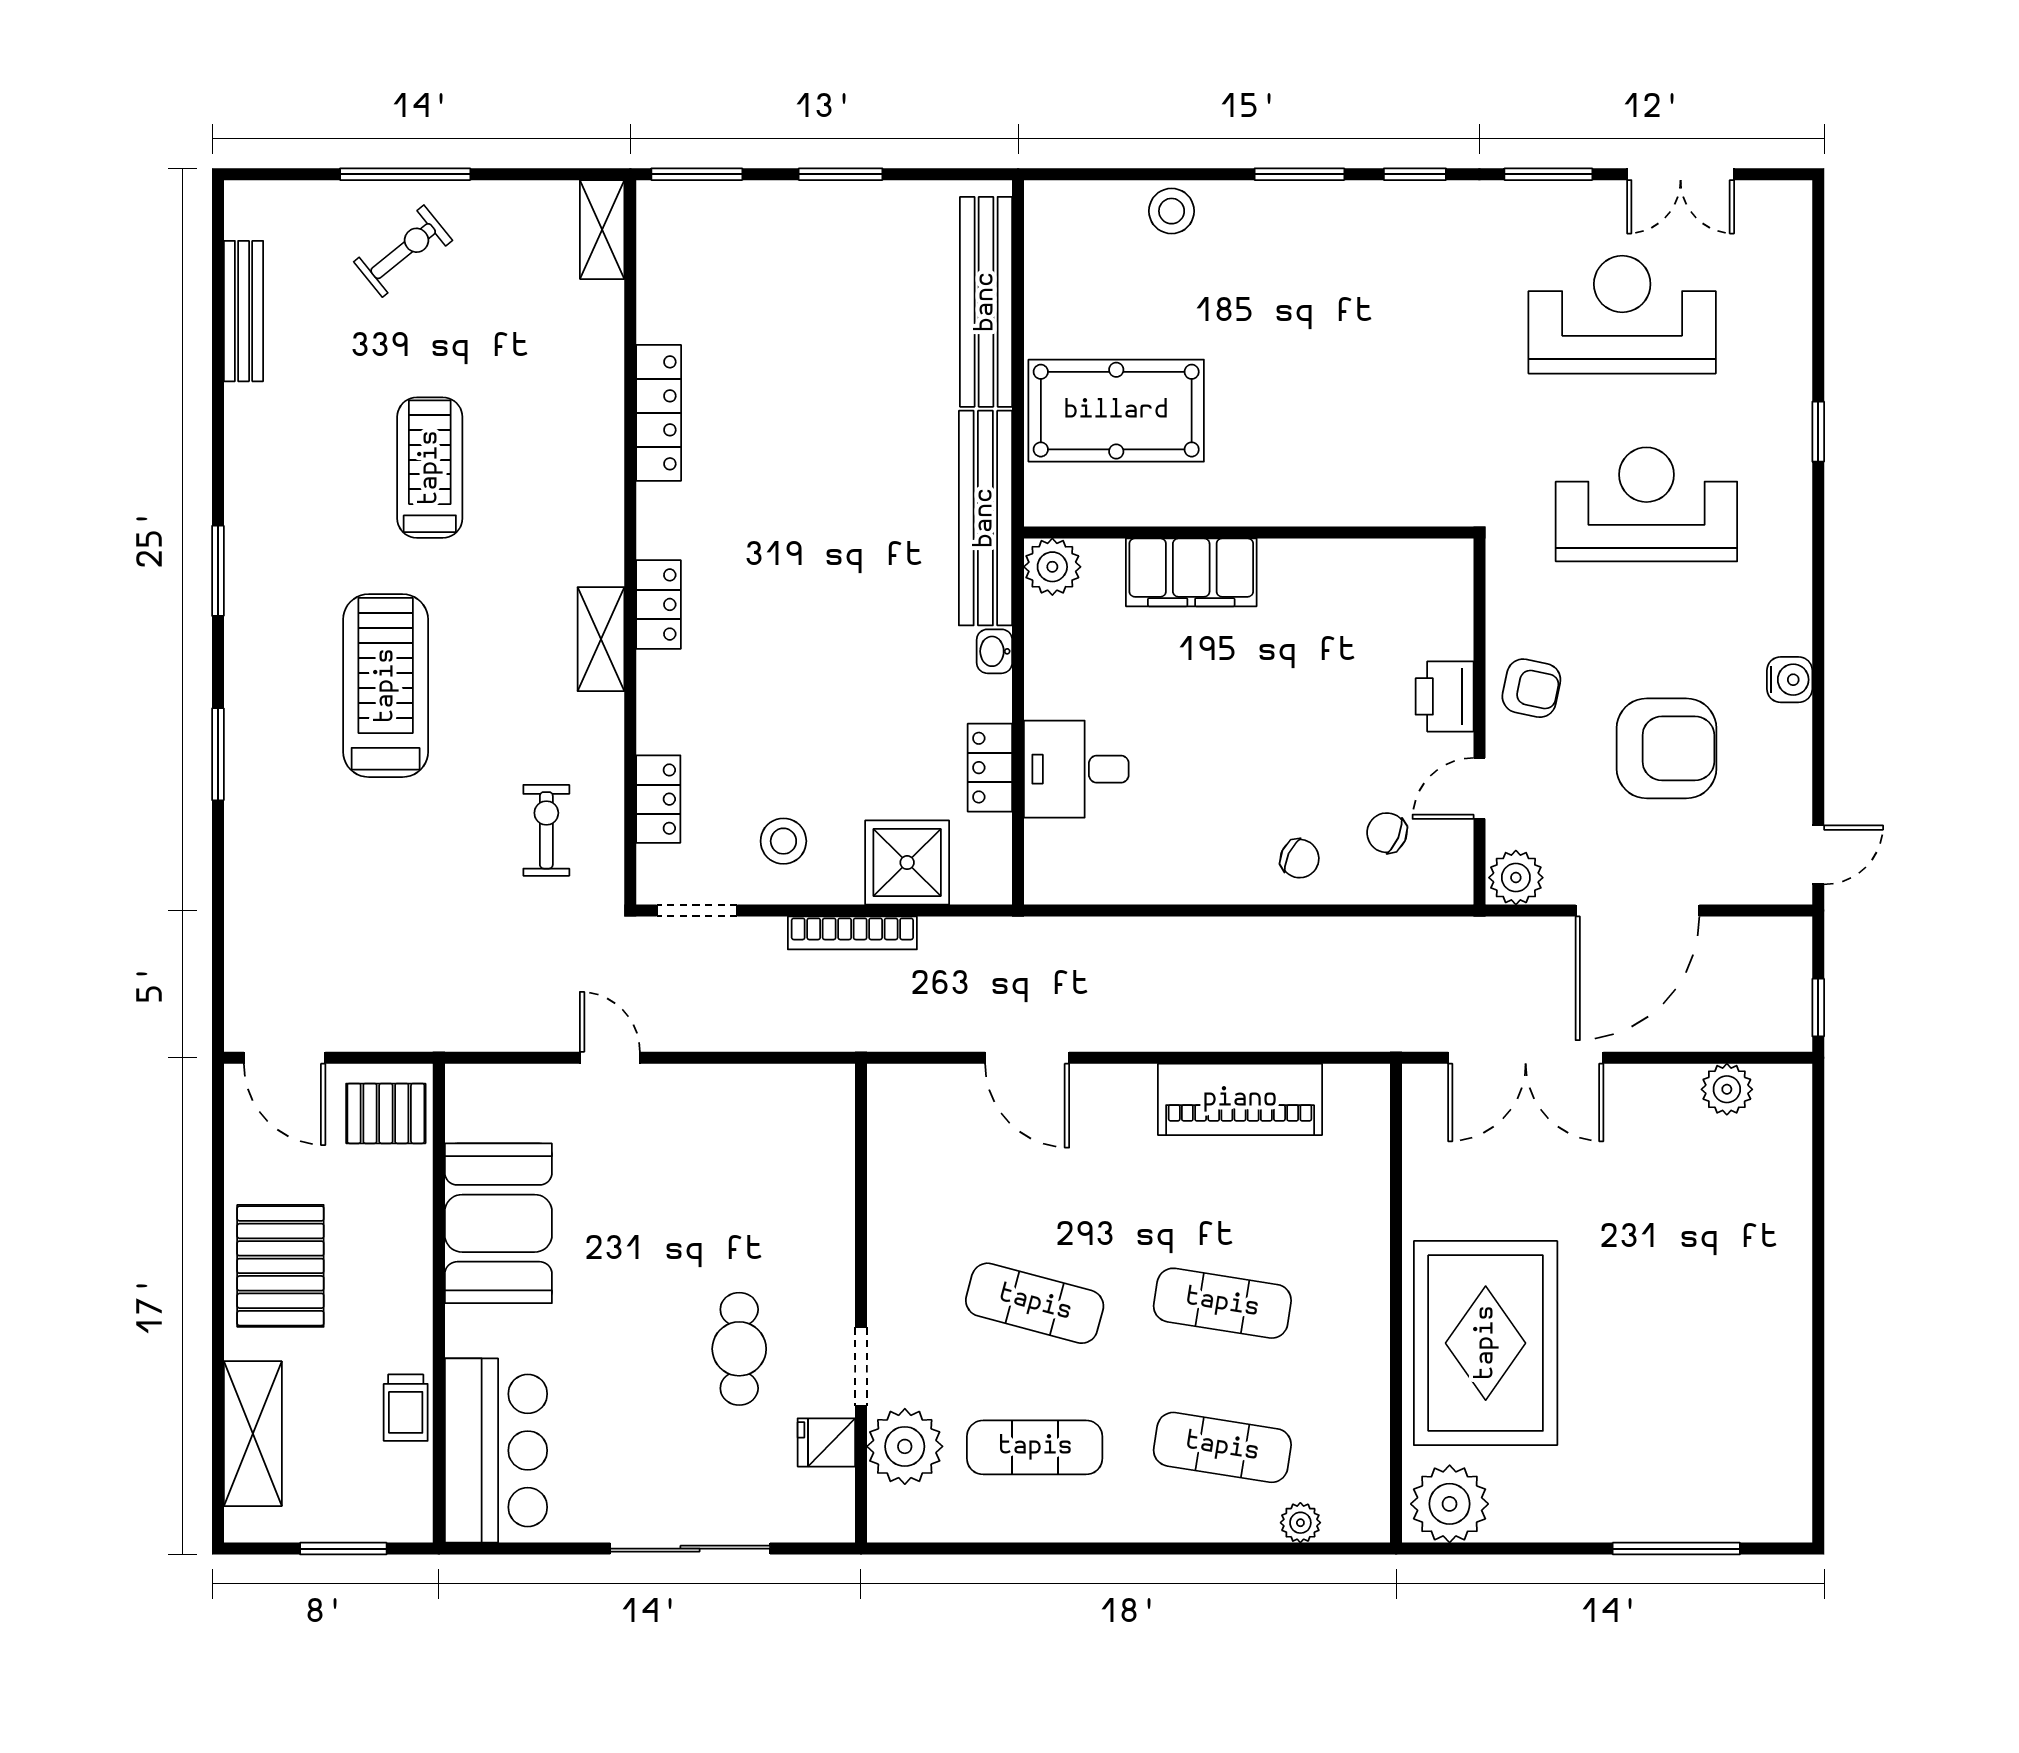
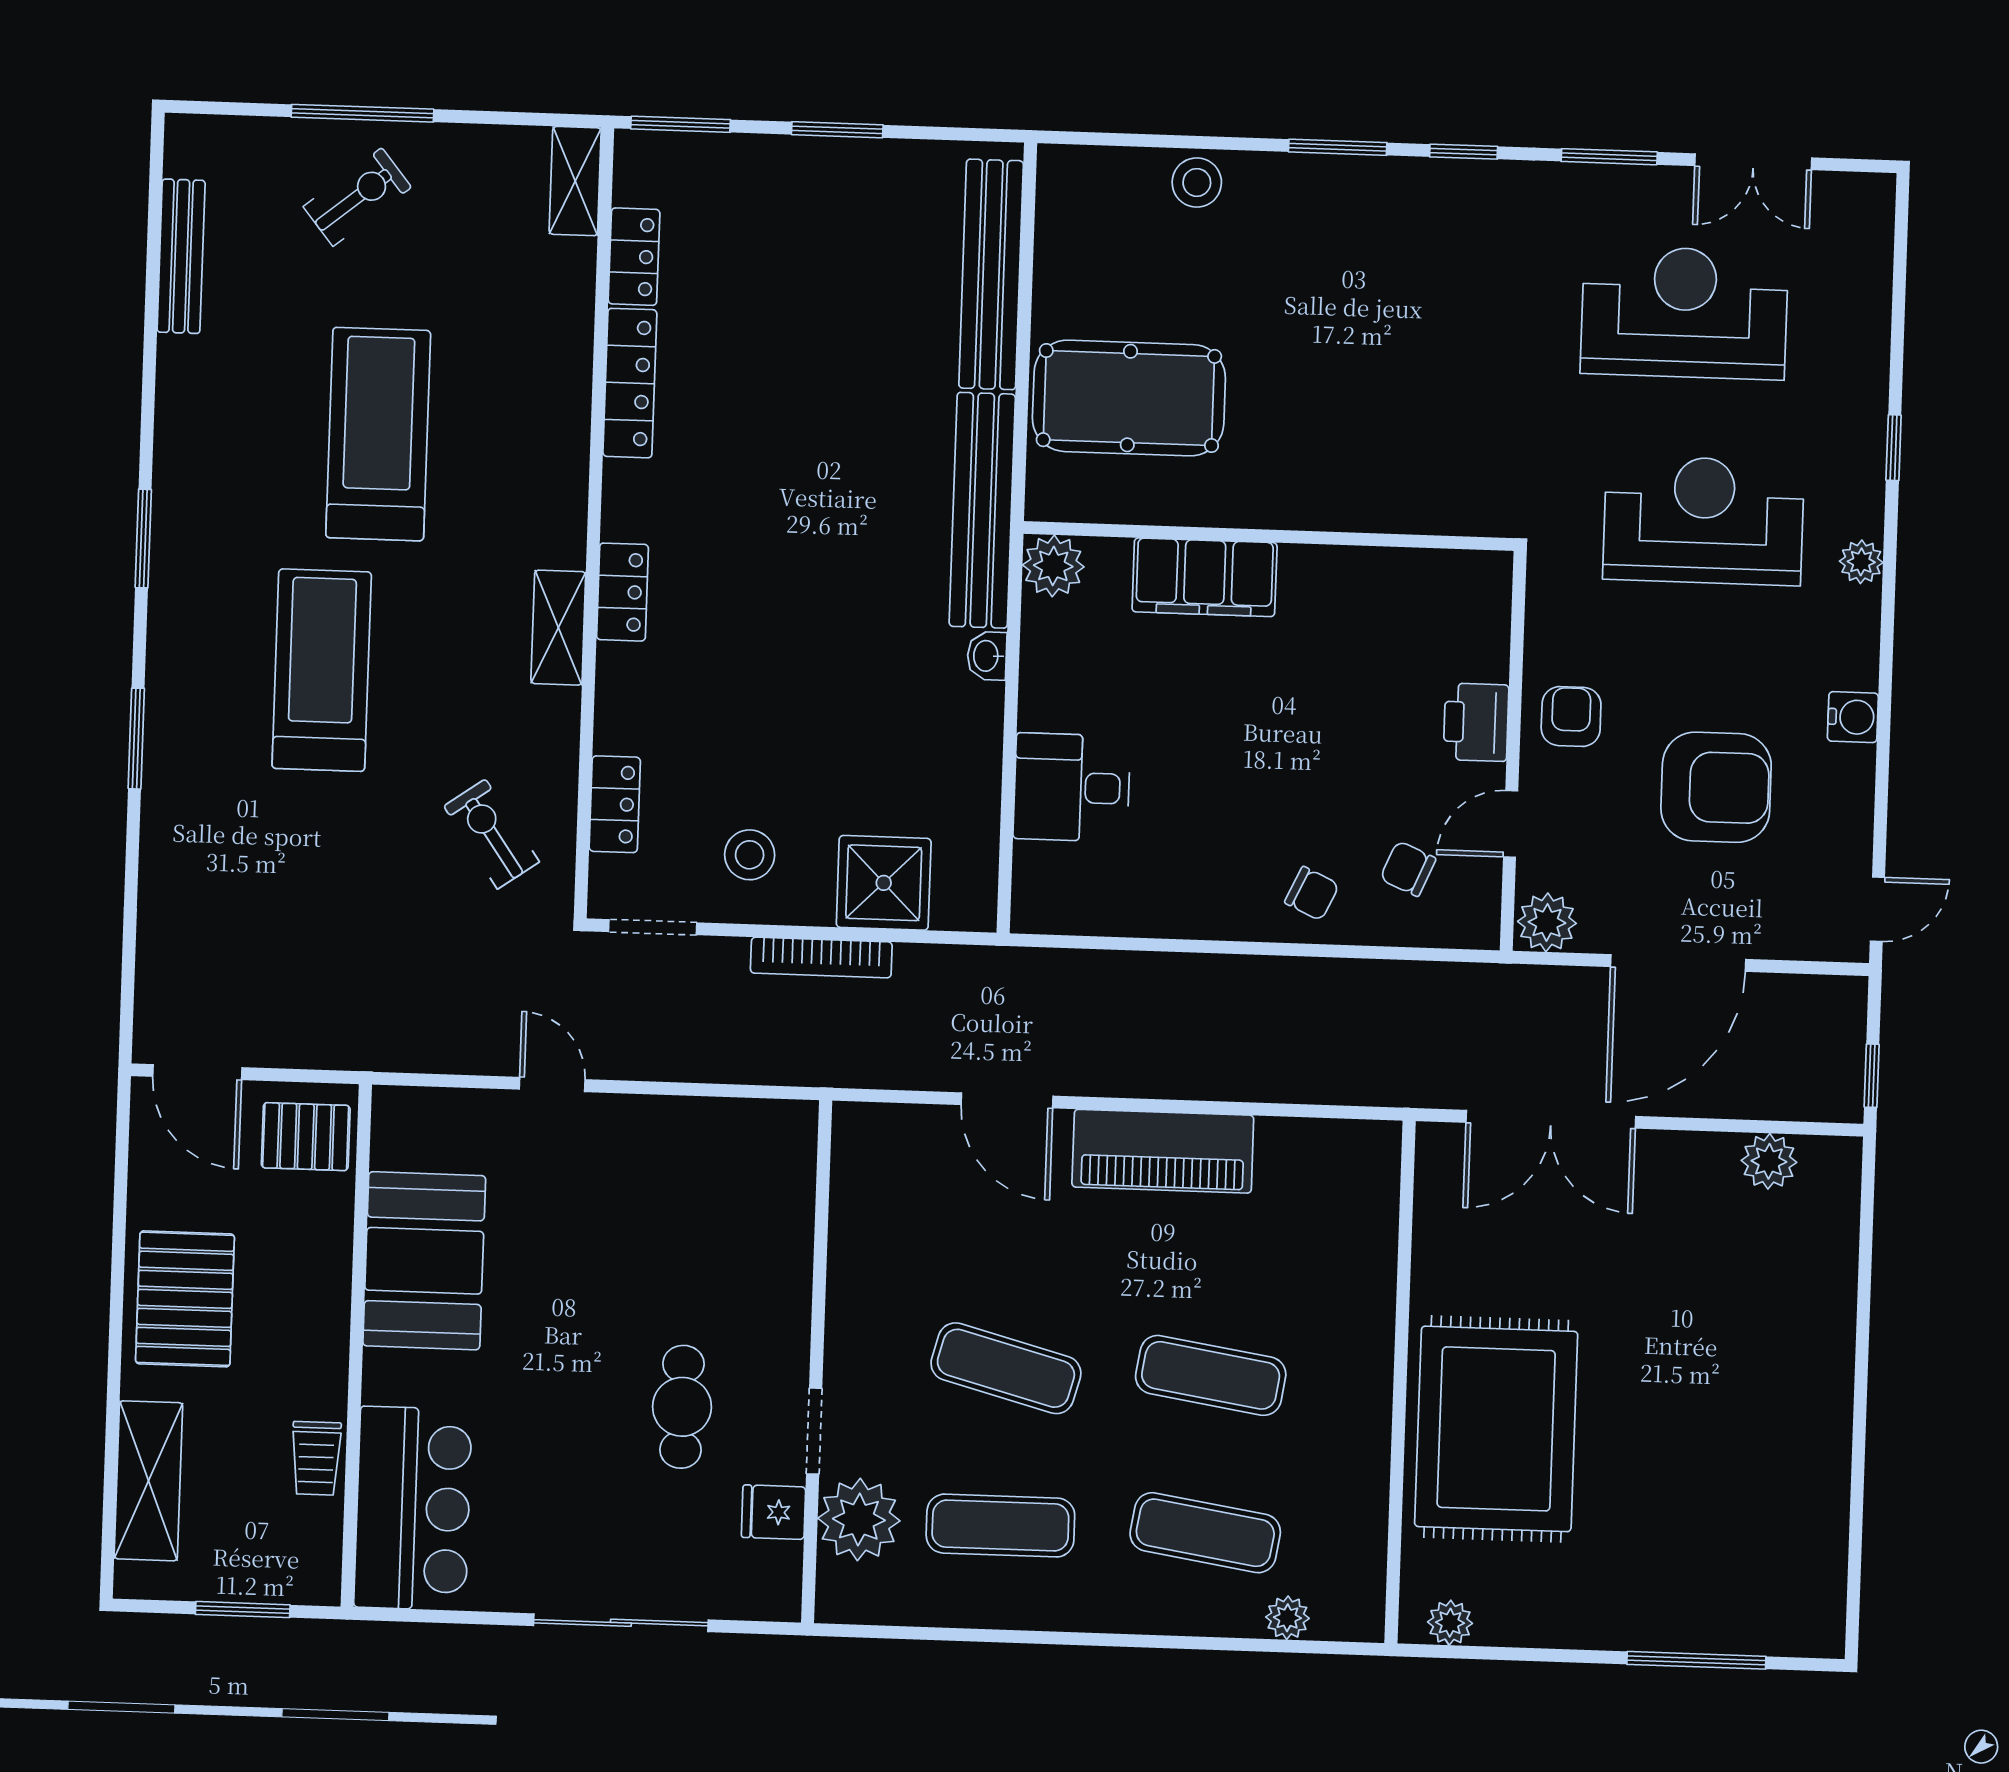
treadmill: (430, 468) -> (378, 434), width x1.37, depth x1.38
plant: (1792, 537) -> (1861, 562), added
armchair: (1531, 688) -> (1571, 717), turned -102
locker: (990, 768) -> (634, 257), moved, turned 180
exercise bike: (546, 830) -> (491, 834), turned -35
piano: (1240, 1099) -> (1163, 1151), moved
plant: (1450, 1504) -> (1450, 1623), width x0.53, depth x0.53

